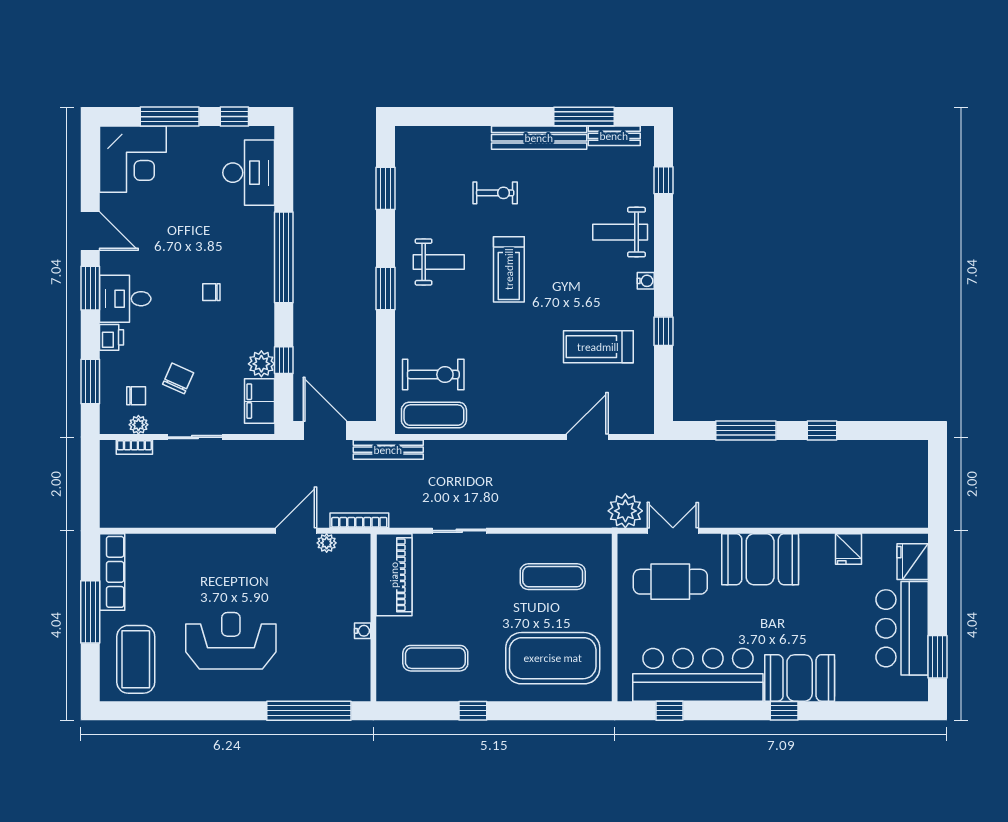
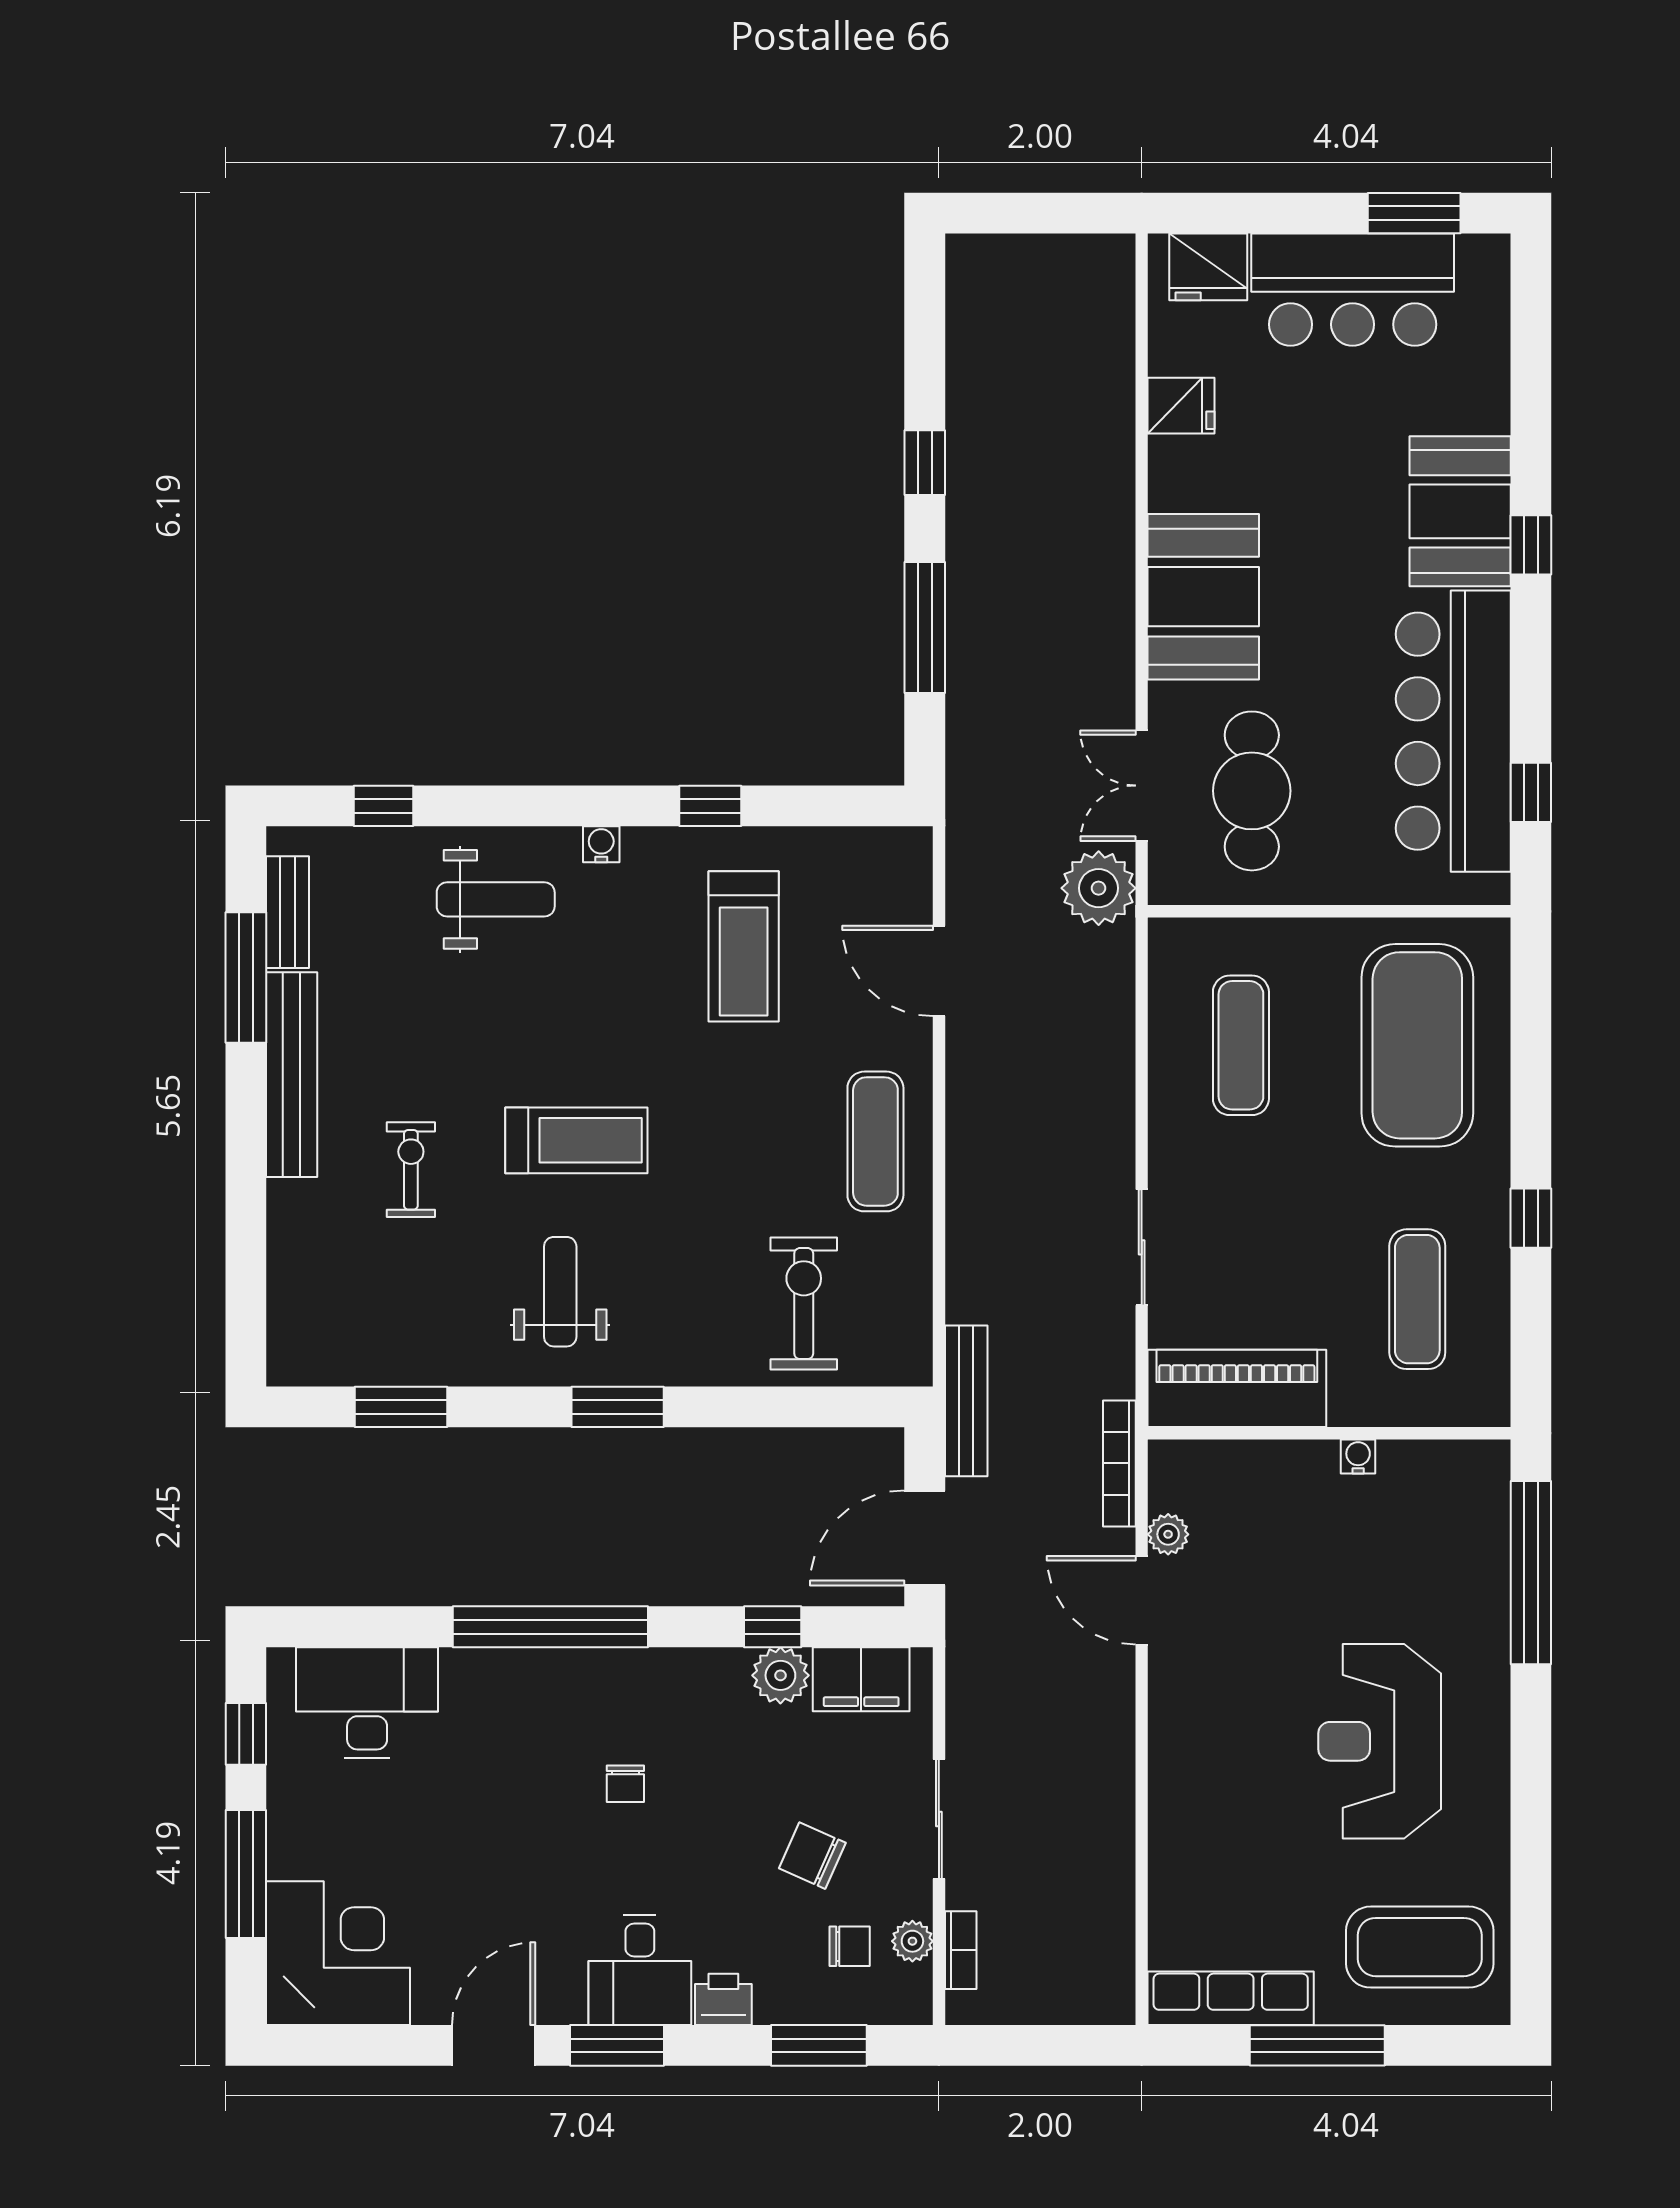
weight bench: (620, 232) -> (496, 899), turned -90
chair: (136, 396) -> (850, 1946), turned 90
exercise mat: (434, 415) -> (875, 1141), moved

